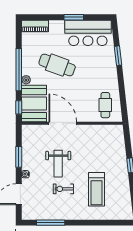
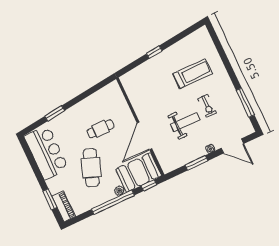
window: (74, 17) -> (50, 199), moved
cafe table: (105, 105) -> (101, 129), moved

